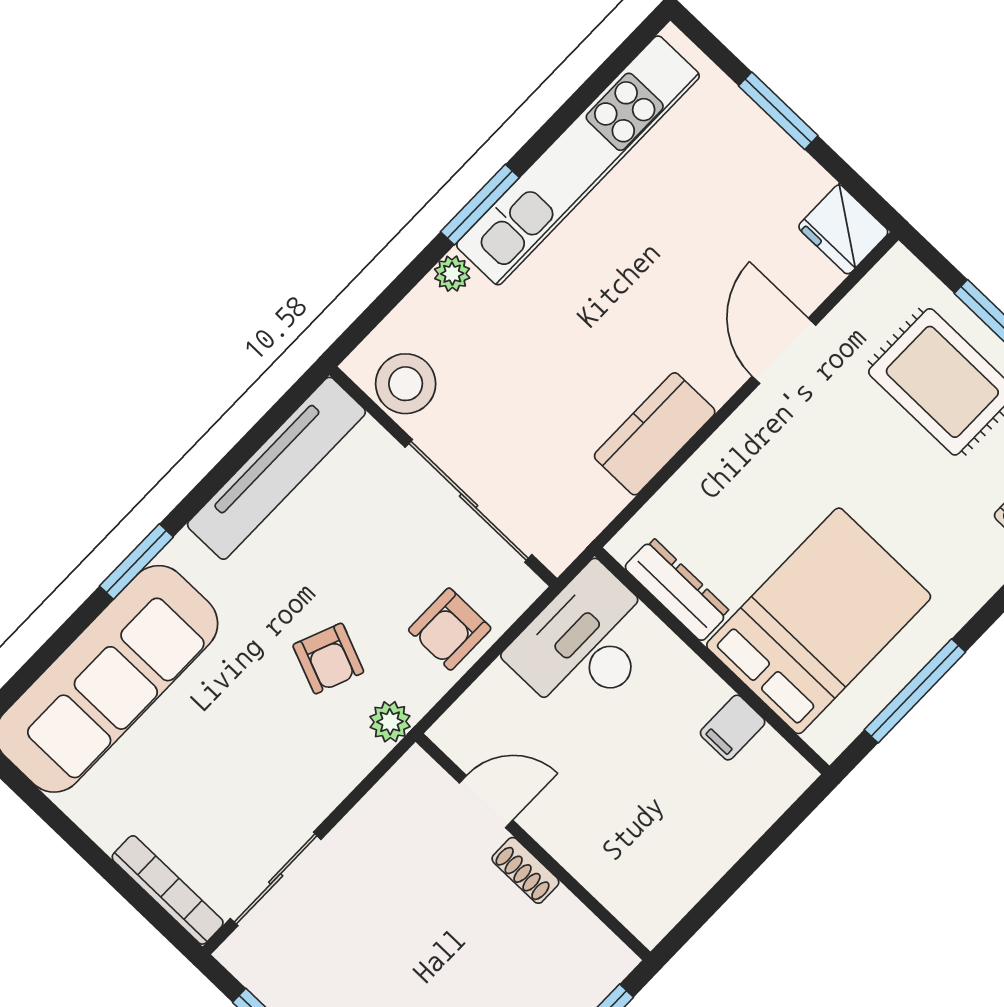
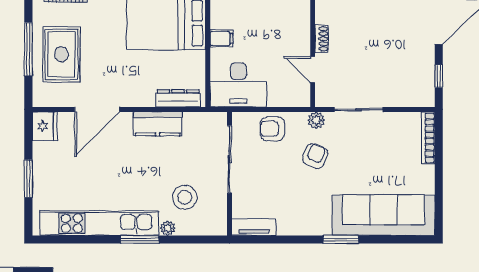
door: (784, 351) -> (97, 109), width x1.36
stool: (406, 384) -> (185, 197), moved
tv unit: (276, 468) -> (254, 227), width x0.52, depth x0.78
dresser: (677, 590) -> (178, 98), moved, turned 90
armchair: (450, 629) -> (272, 129), turned 180
filing cabinet: (733, 728) -> (222, 38), moved
sliding door: (276, 879) -> (359, 109), moved

